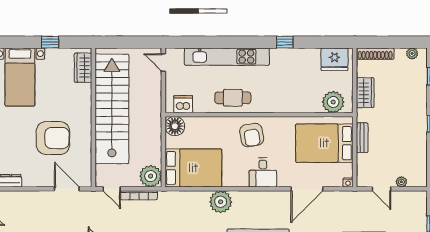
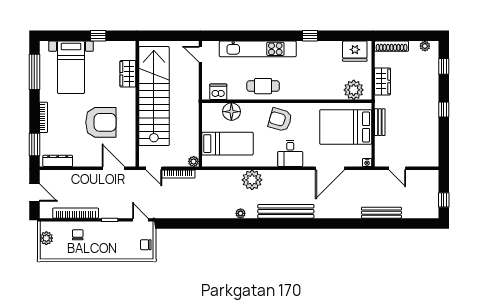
wardrobe: (83, 68) -> (128, 74), moved
floor lamp: (175, 126) -> (231, 112), moved
armchair: (252, 135) -> (280, 120), turned 116
bed: (193, 168) -> (227, 144), width x0.67
plant: (151, 176) -> (194, 161), width x0.53, depth x0.53
plant: (401, 182) -> (415, 162), removed

